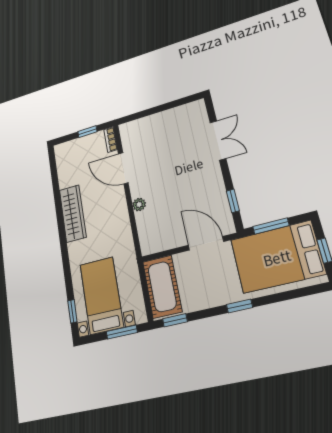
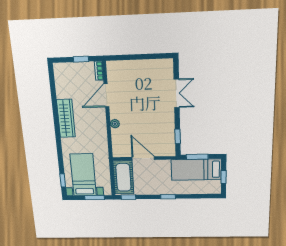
door: (123, 168) -> (106, 95), hinge flipped
door: (206, 243) -> (143, 158), moved
bed: (277, 257) -> (196, 170), width x0.67

